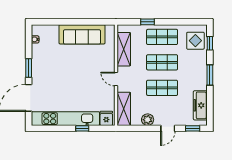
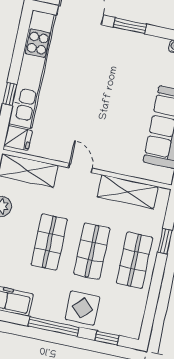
display table: (195, 41) -> (82, 308), moved
window: (210, 75) -> (54, 327), width x1.44
door: (116, 79) -> (80, 168), hinge flipped

